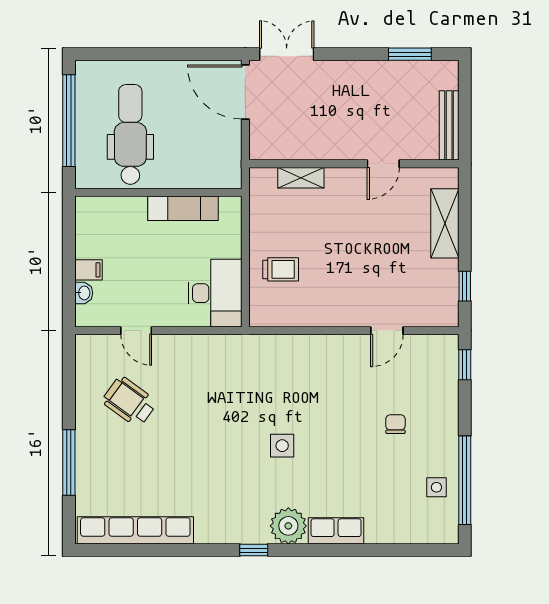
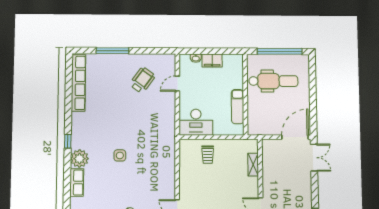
filing cabinet: (88, 270) -> (212, 61), width x2.00

